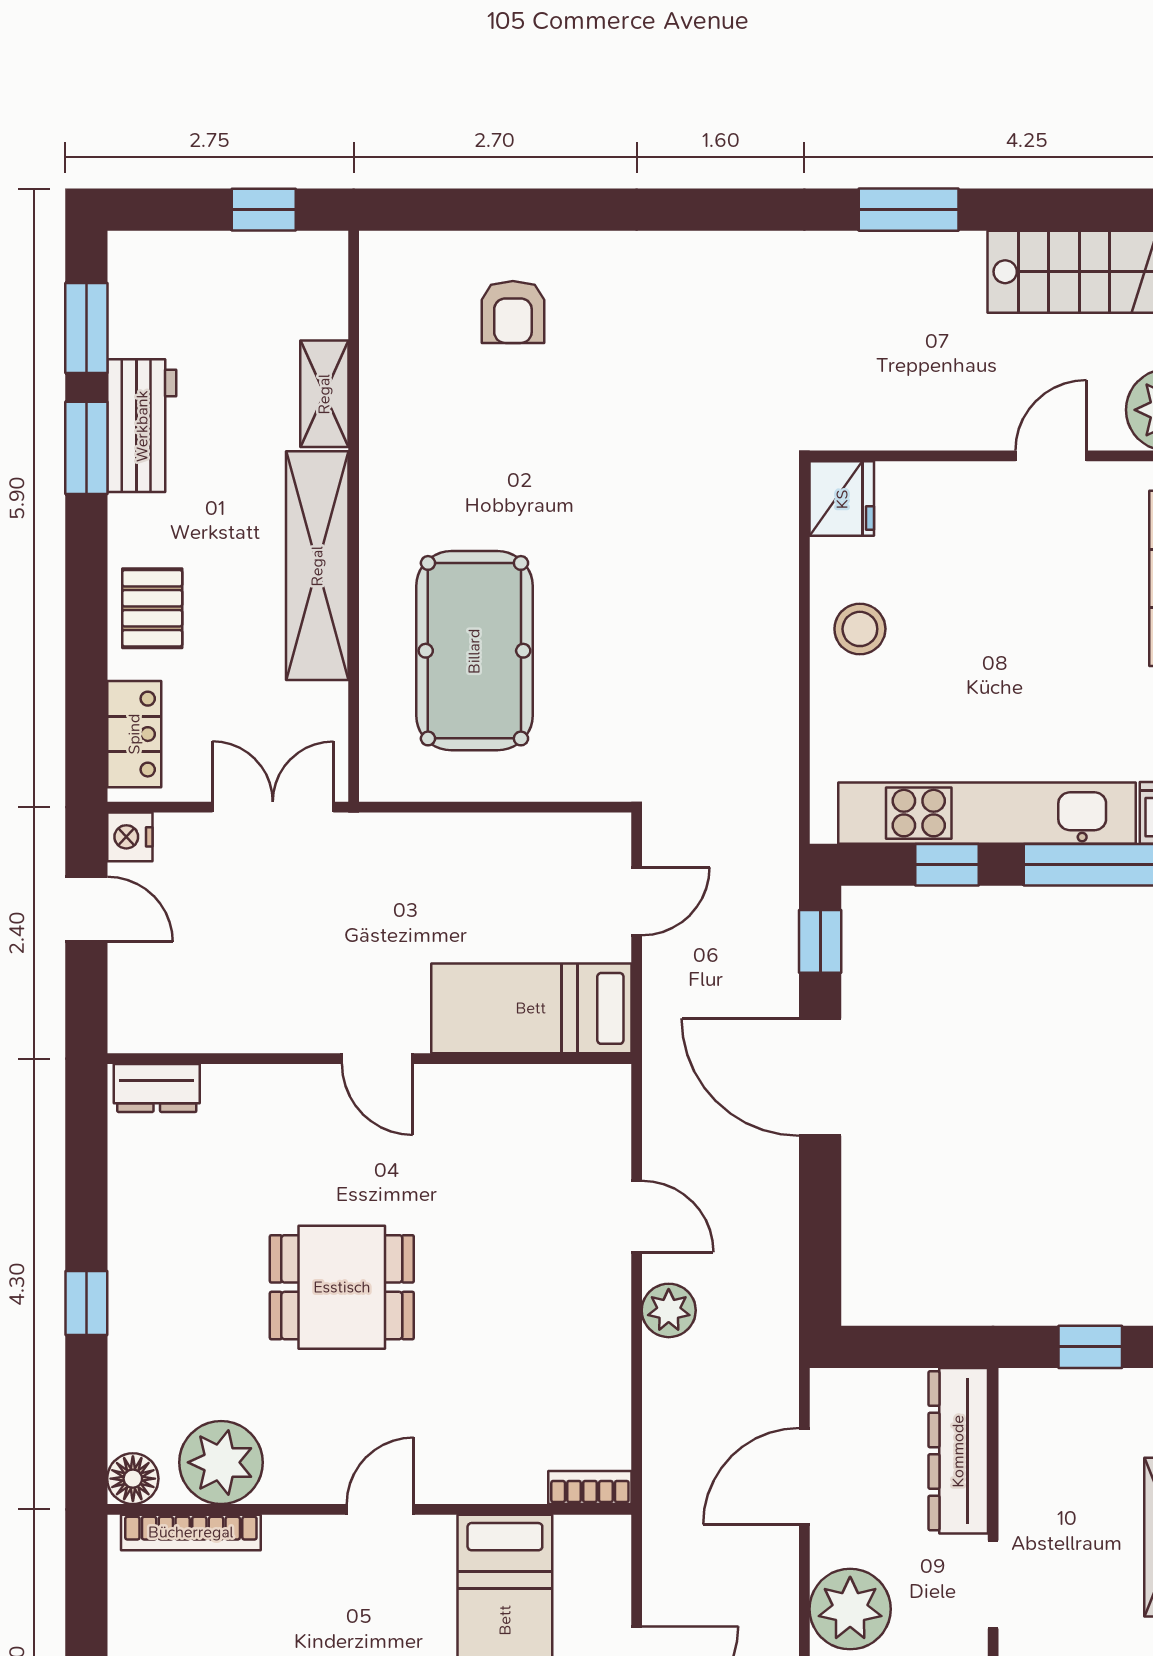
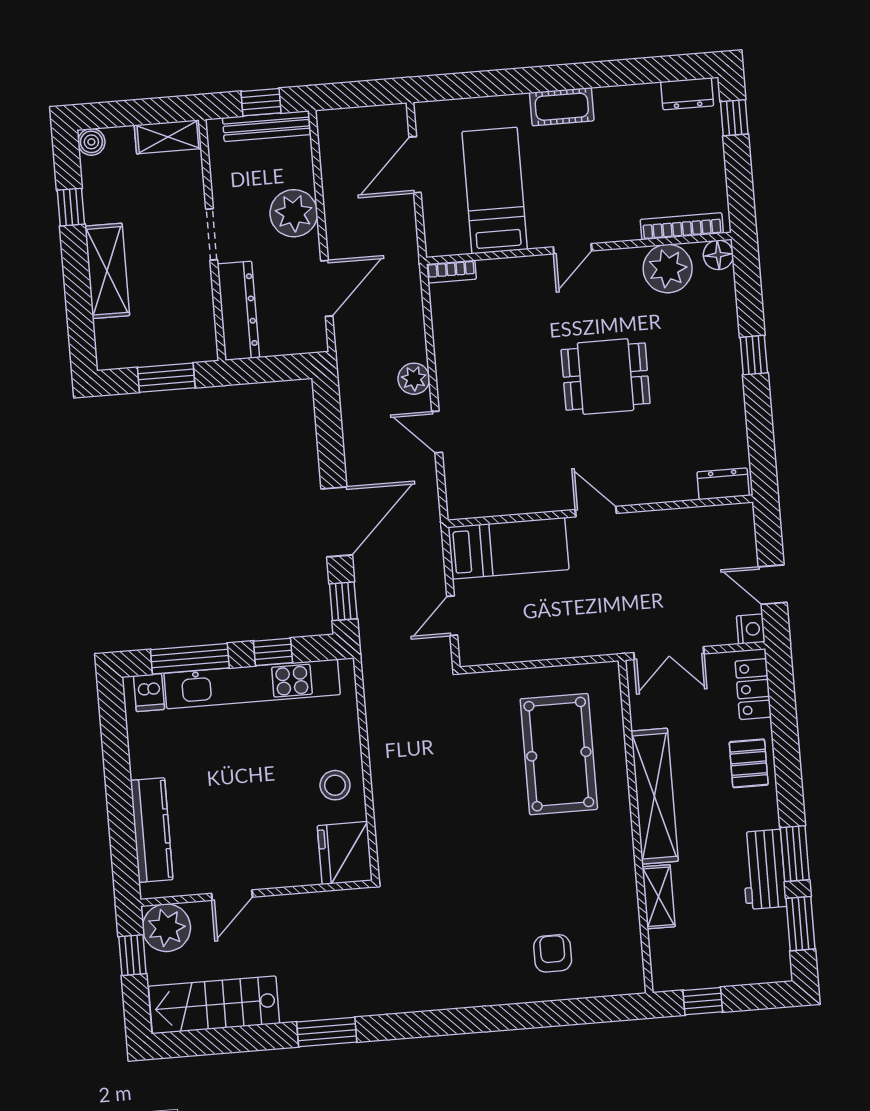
fridge: (842, 499) -> (345, 853), width x1.36, depth x1.34
door: (820, 1077) -> (337, 522), hinge flipped
window: (1090, 1347) -> (166, 378), width x1.50

